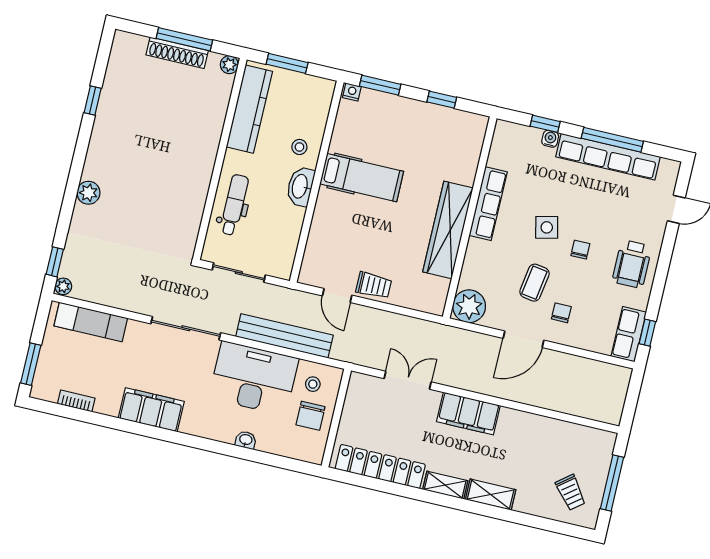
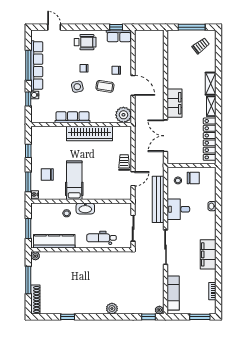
shoe rack: (177, 53) -> (35, 300), moved
chair: (386, 127) -> (47, 175), added
desk: (254, 378) -> (178, 209), width x0.53, depth x0.77
double door: (408, 380) -> (166, 136), width x1.37

